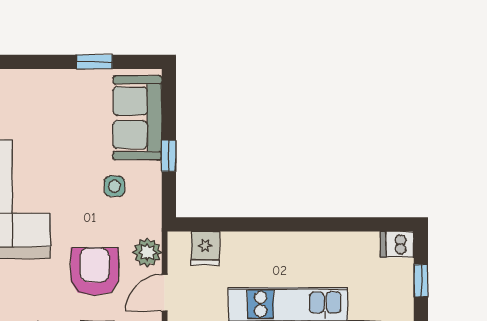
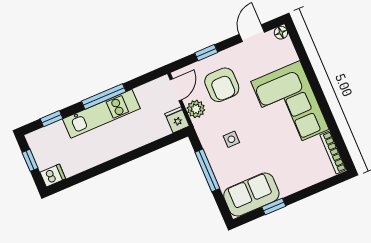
sofa: (137, 118) -> (251, 195), moved, turned -90
window: (169, 156) -> (207, 170), width x2.17
fridge: (205, 248) -> (177, 120), moved

